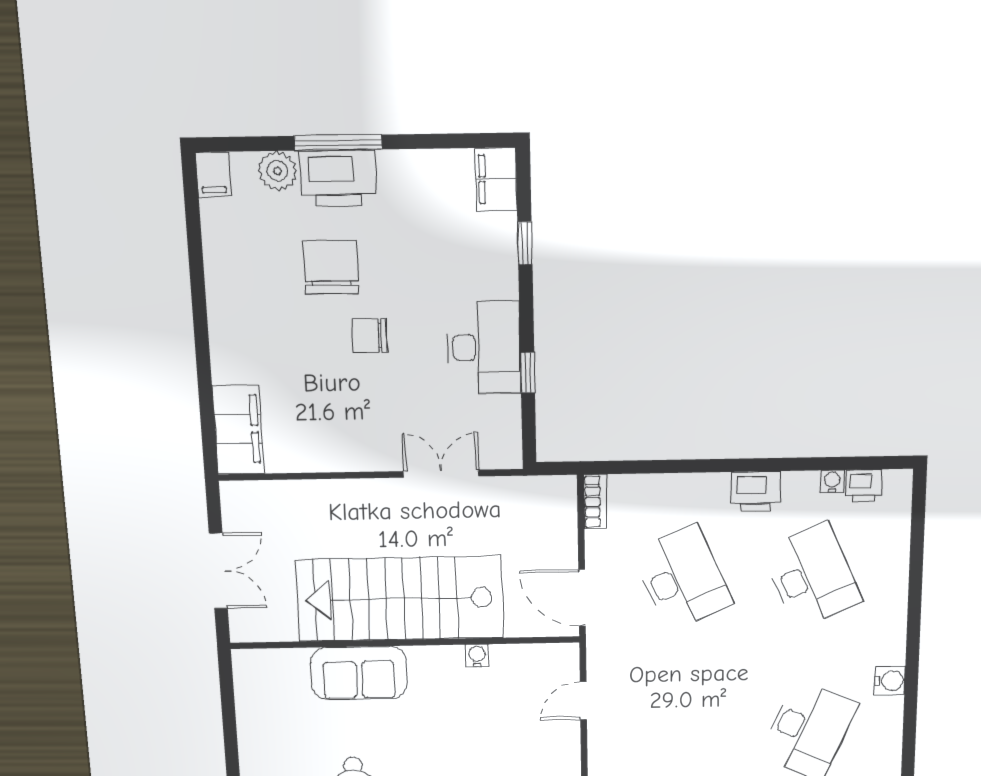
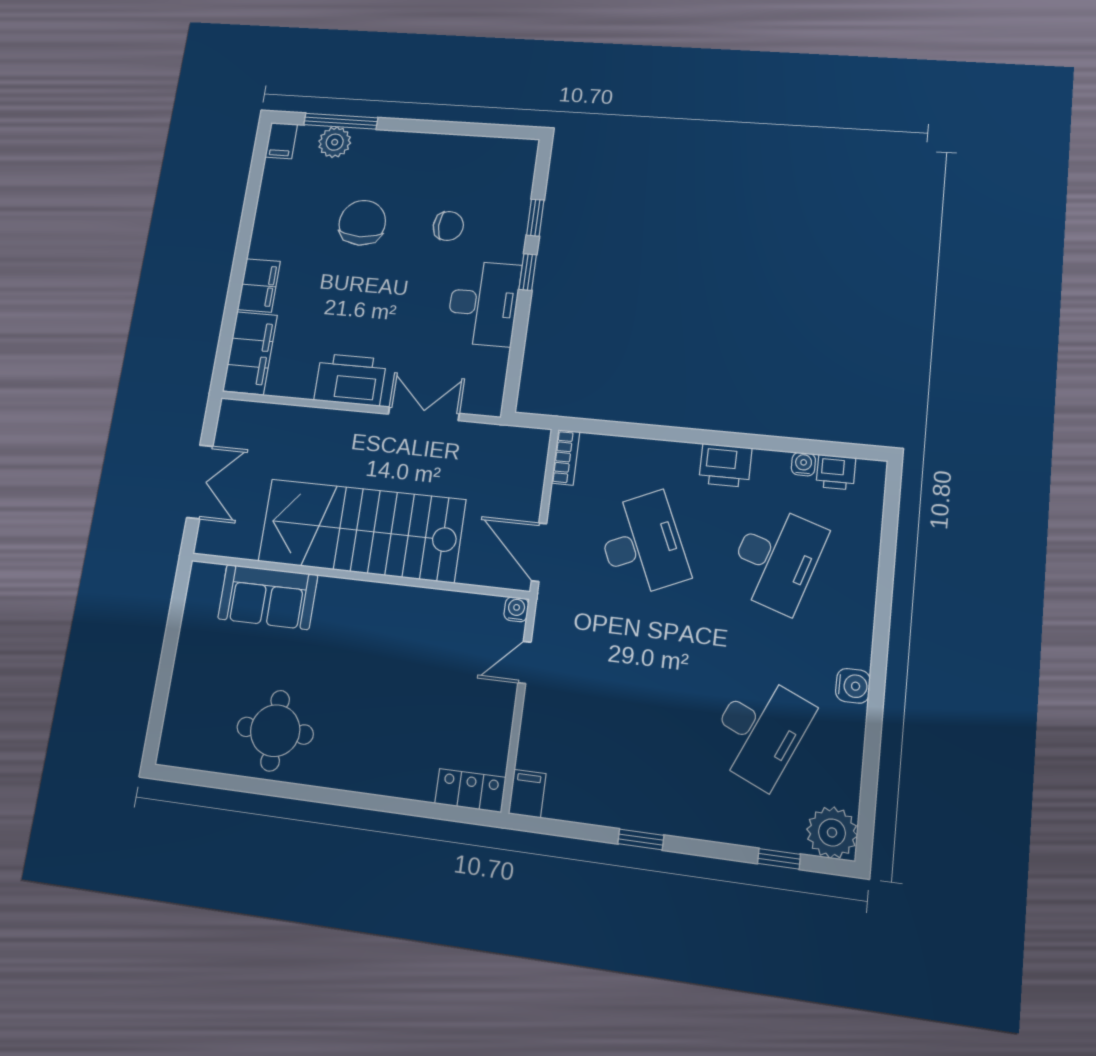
window: (338, 143) -> (341, 121), moved
printer: (338, 178) -> (350, 380), moved, turned 180
filing cabinet: (496, 179) -> (259, 285), moved, turned 180
chair: (370, 336) -> (448, 226), moved, turned 180
window: (528, 373) -> (528, 272), moved
desk: (812, 576) -> (776, 559), turned 42
water cooler: (477, 656) -> (516, 609), moved
sofa: (359, 673) -> (268, 597), moved

